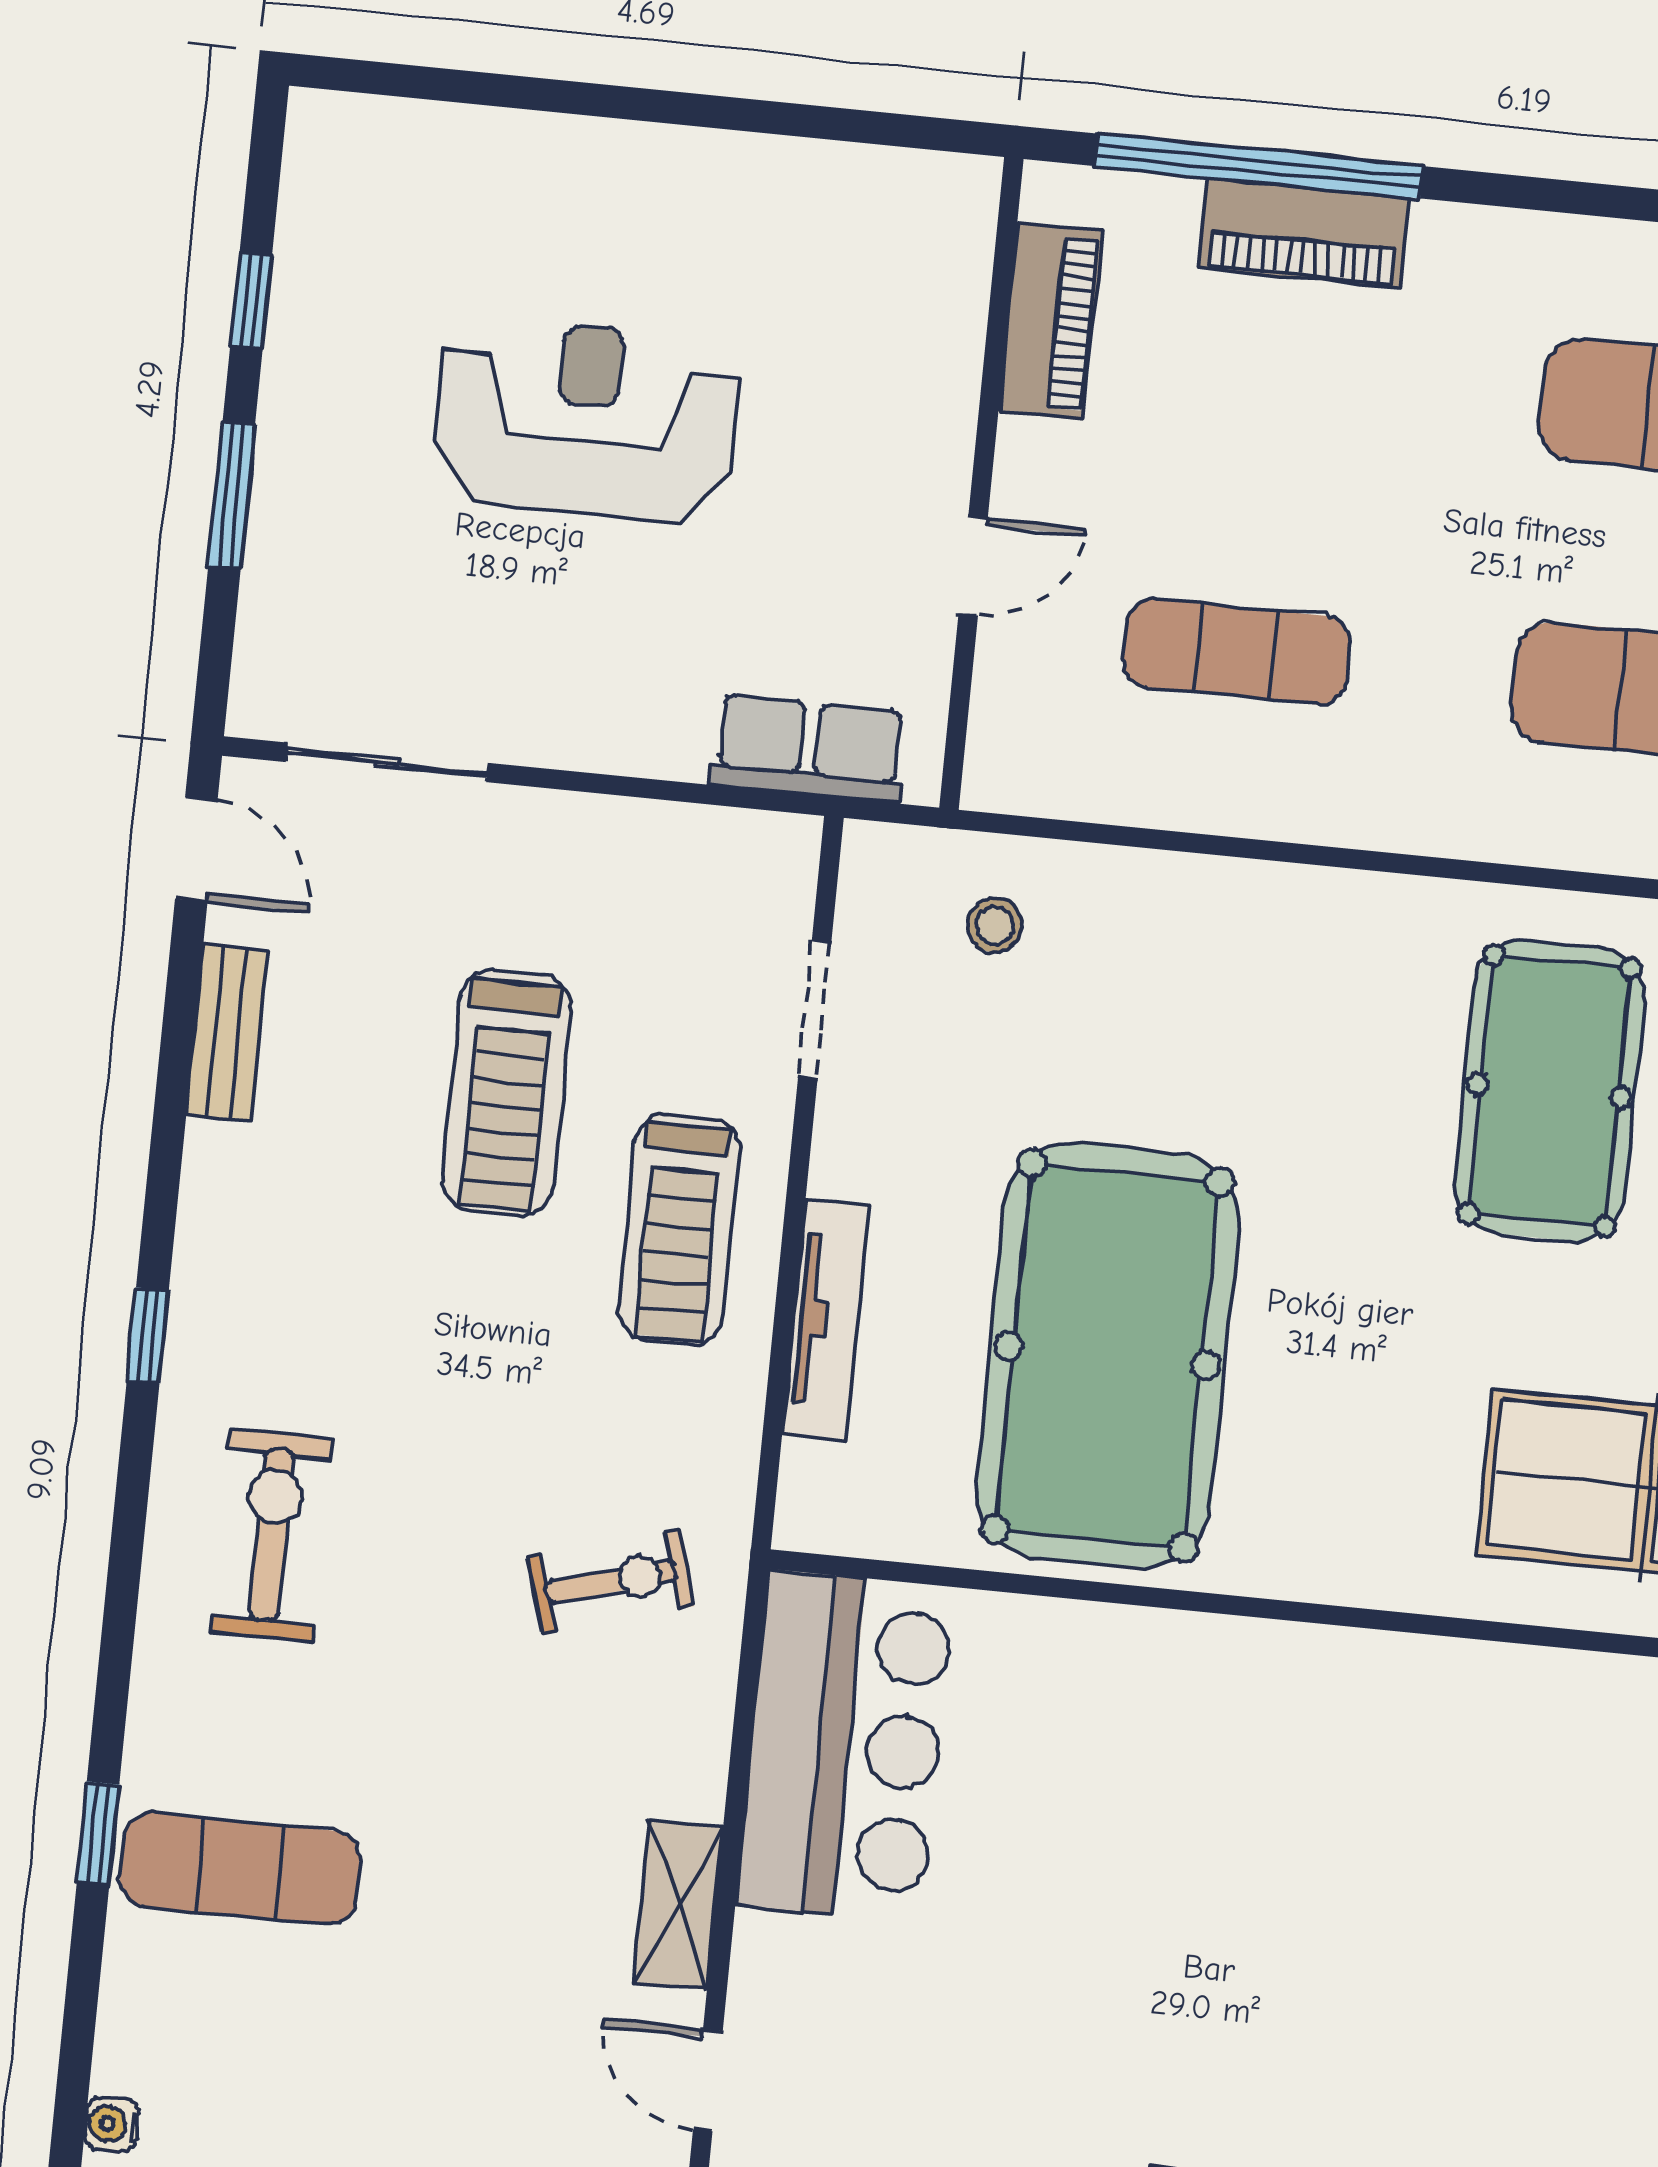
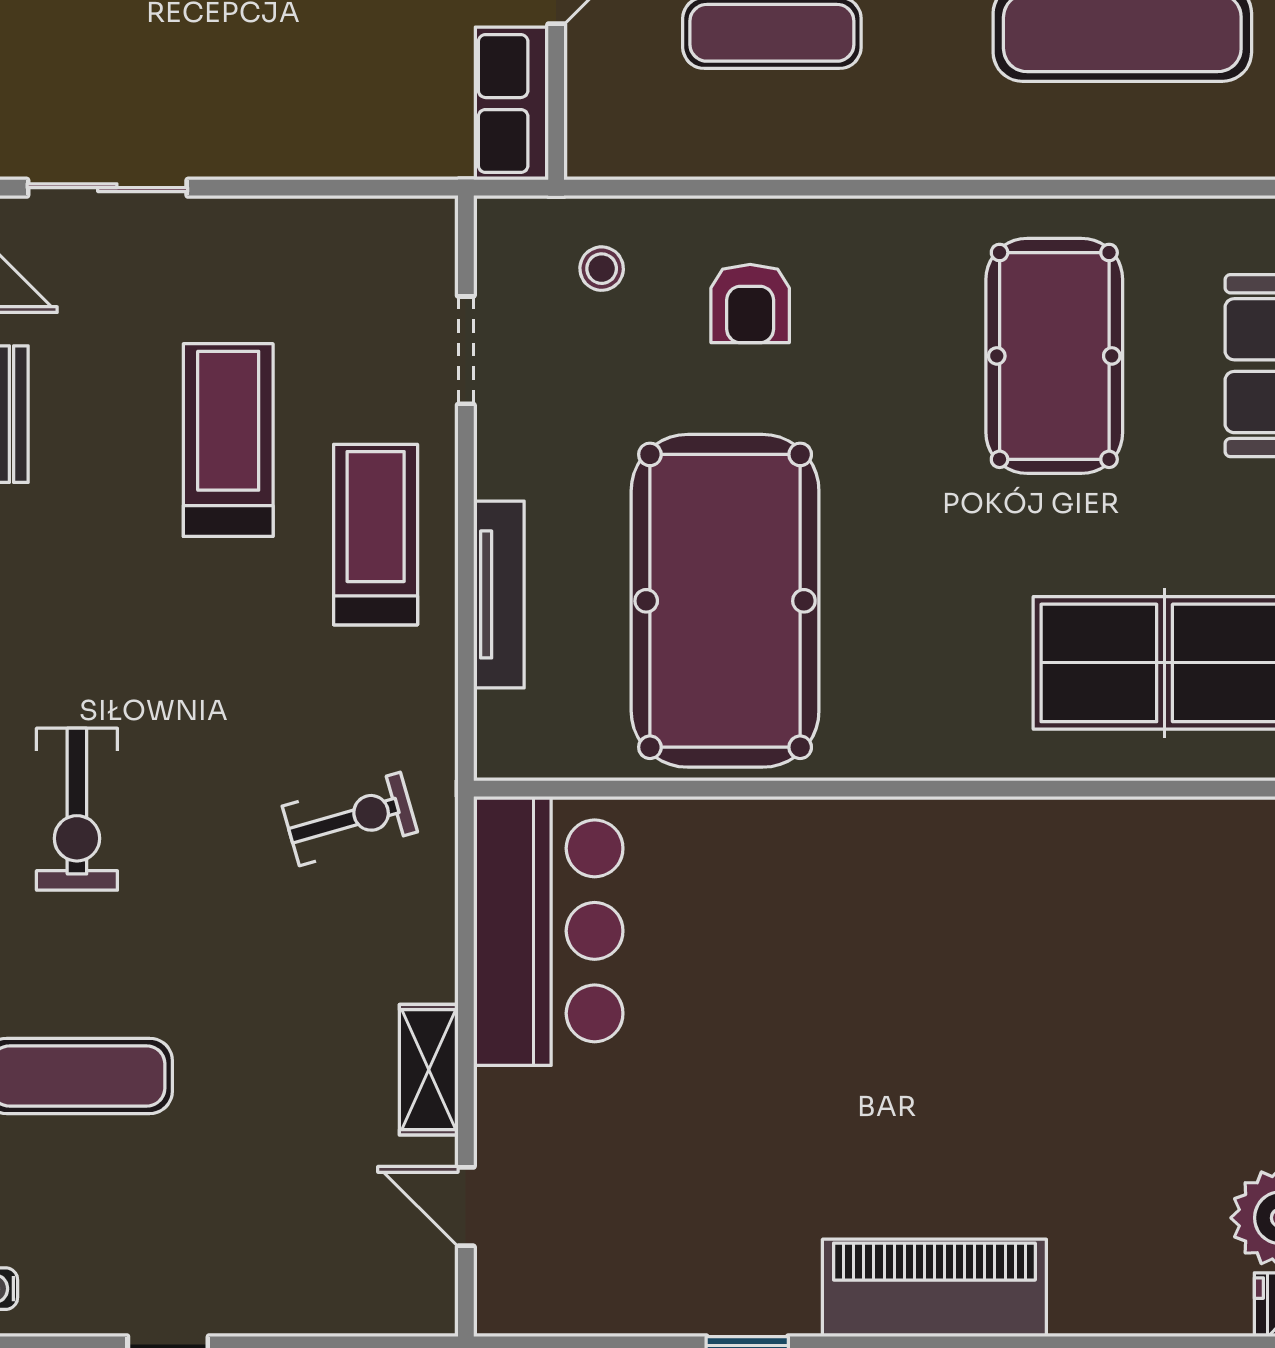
row of seats: (809, 749) -> (512, 104), moved, turned -90
armchair: (1176, 987) -> (750, 304), added
treadmill: (507, 1093) -> (228, 440), turned 180
treadmill: (679, 1229) -> (376, 535), turned 180
exercise bike: (272, 1535) -> (77, 809), turned 180

